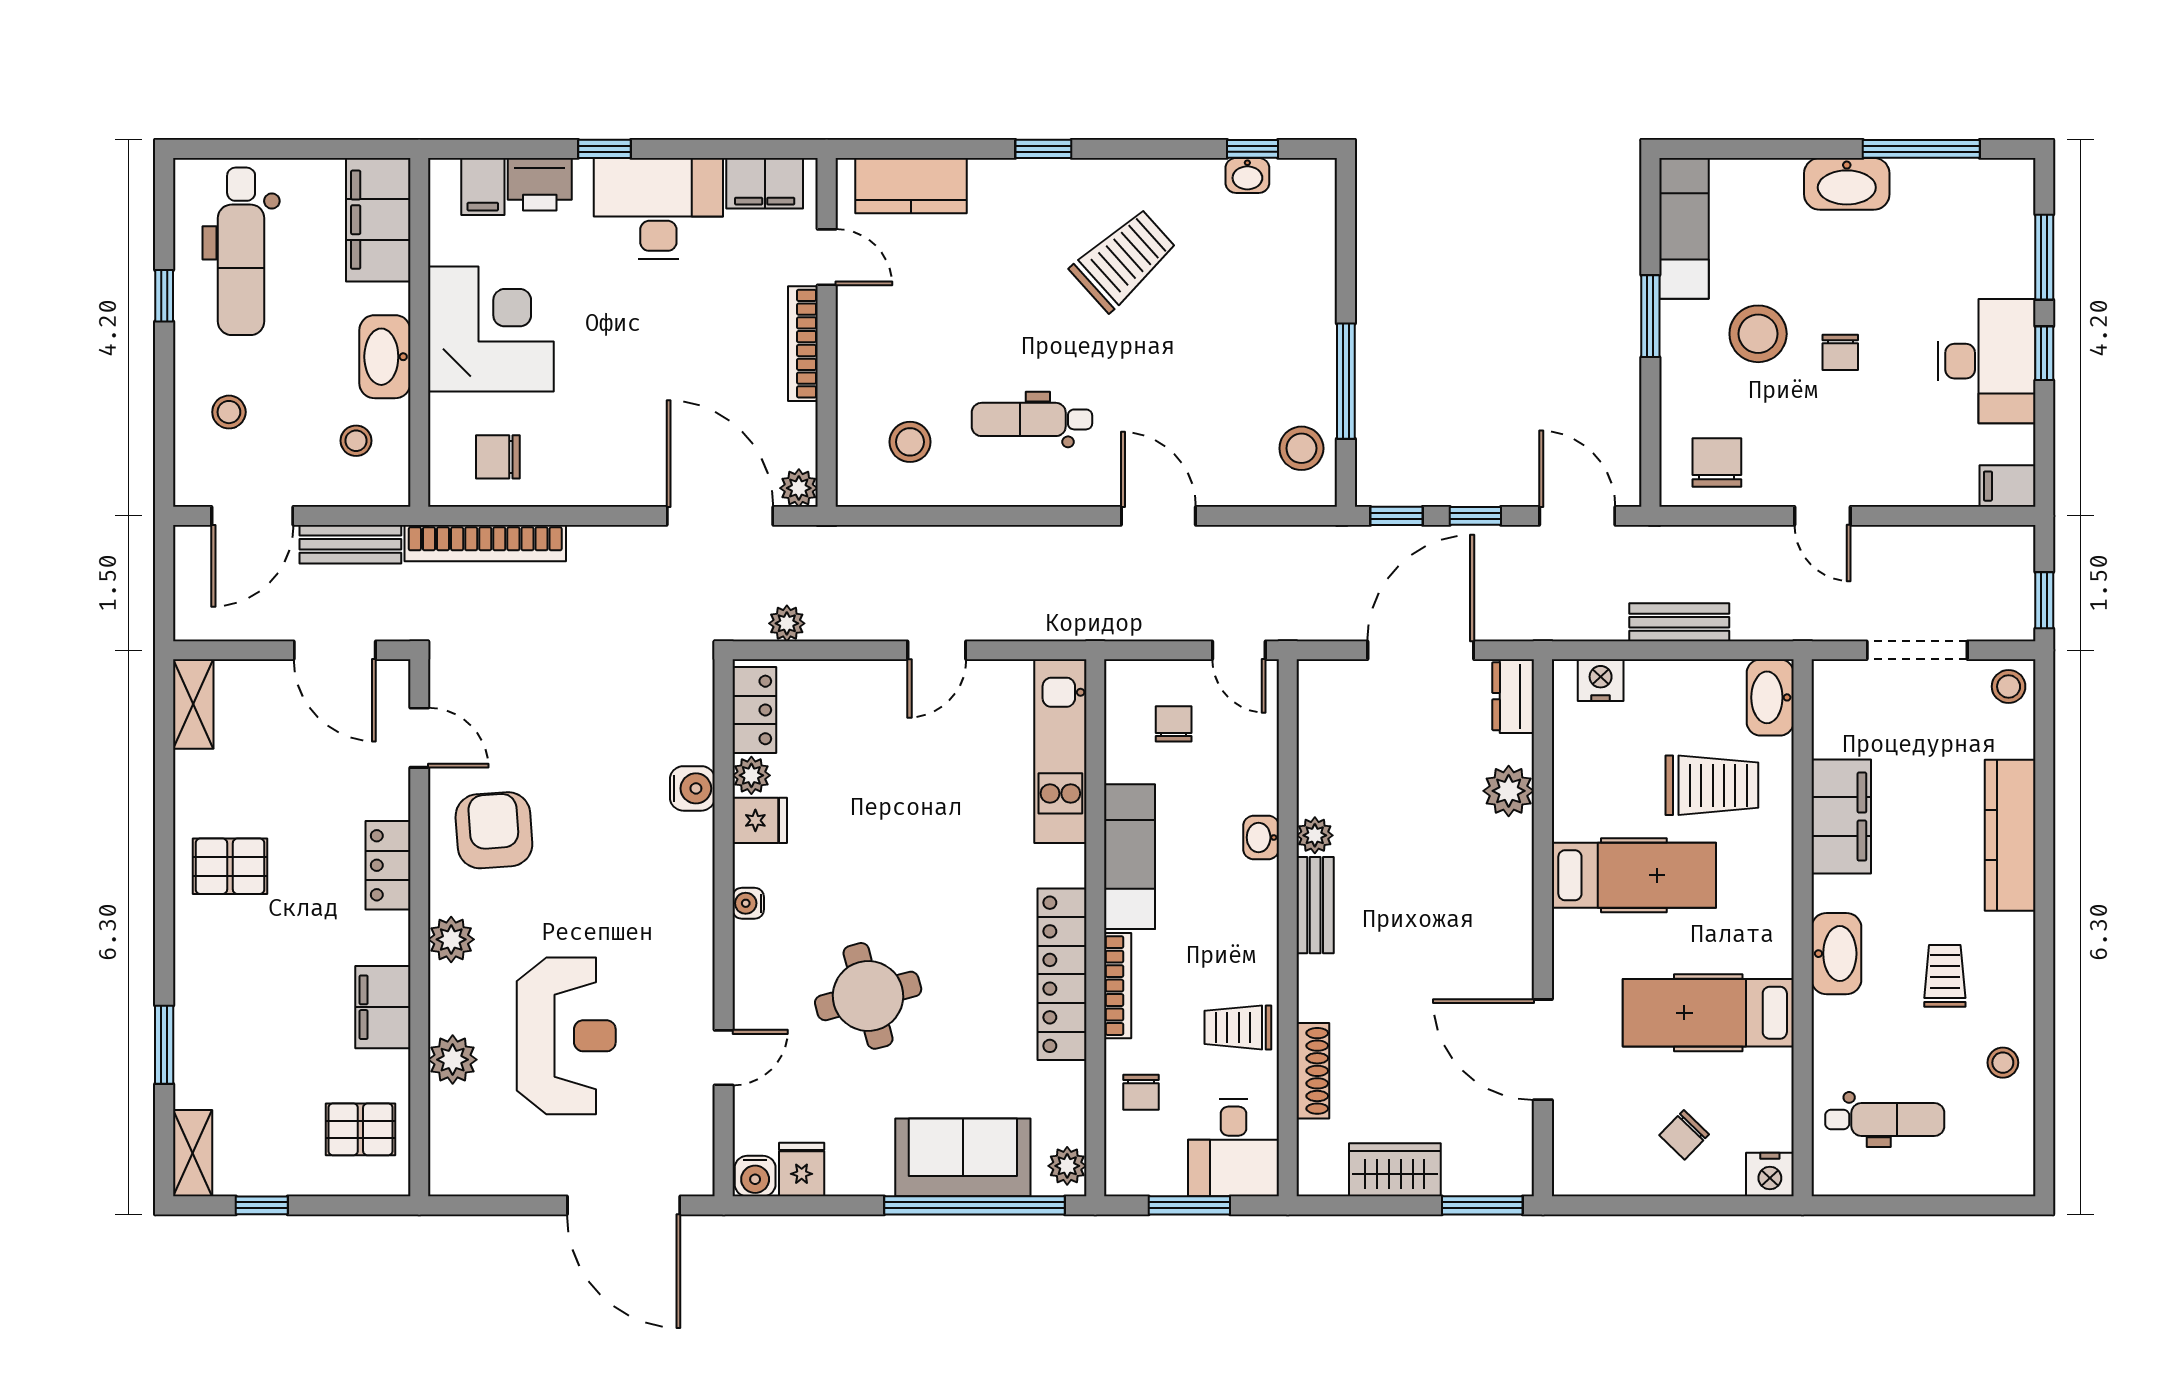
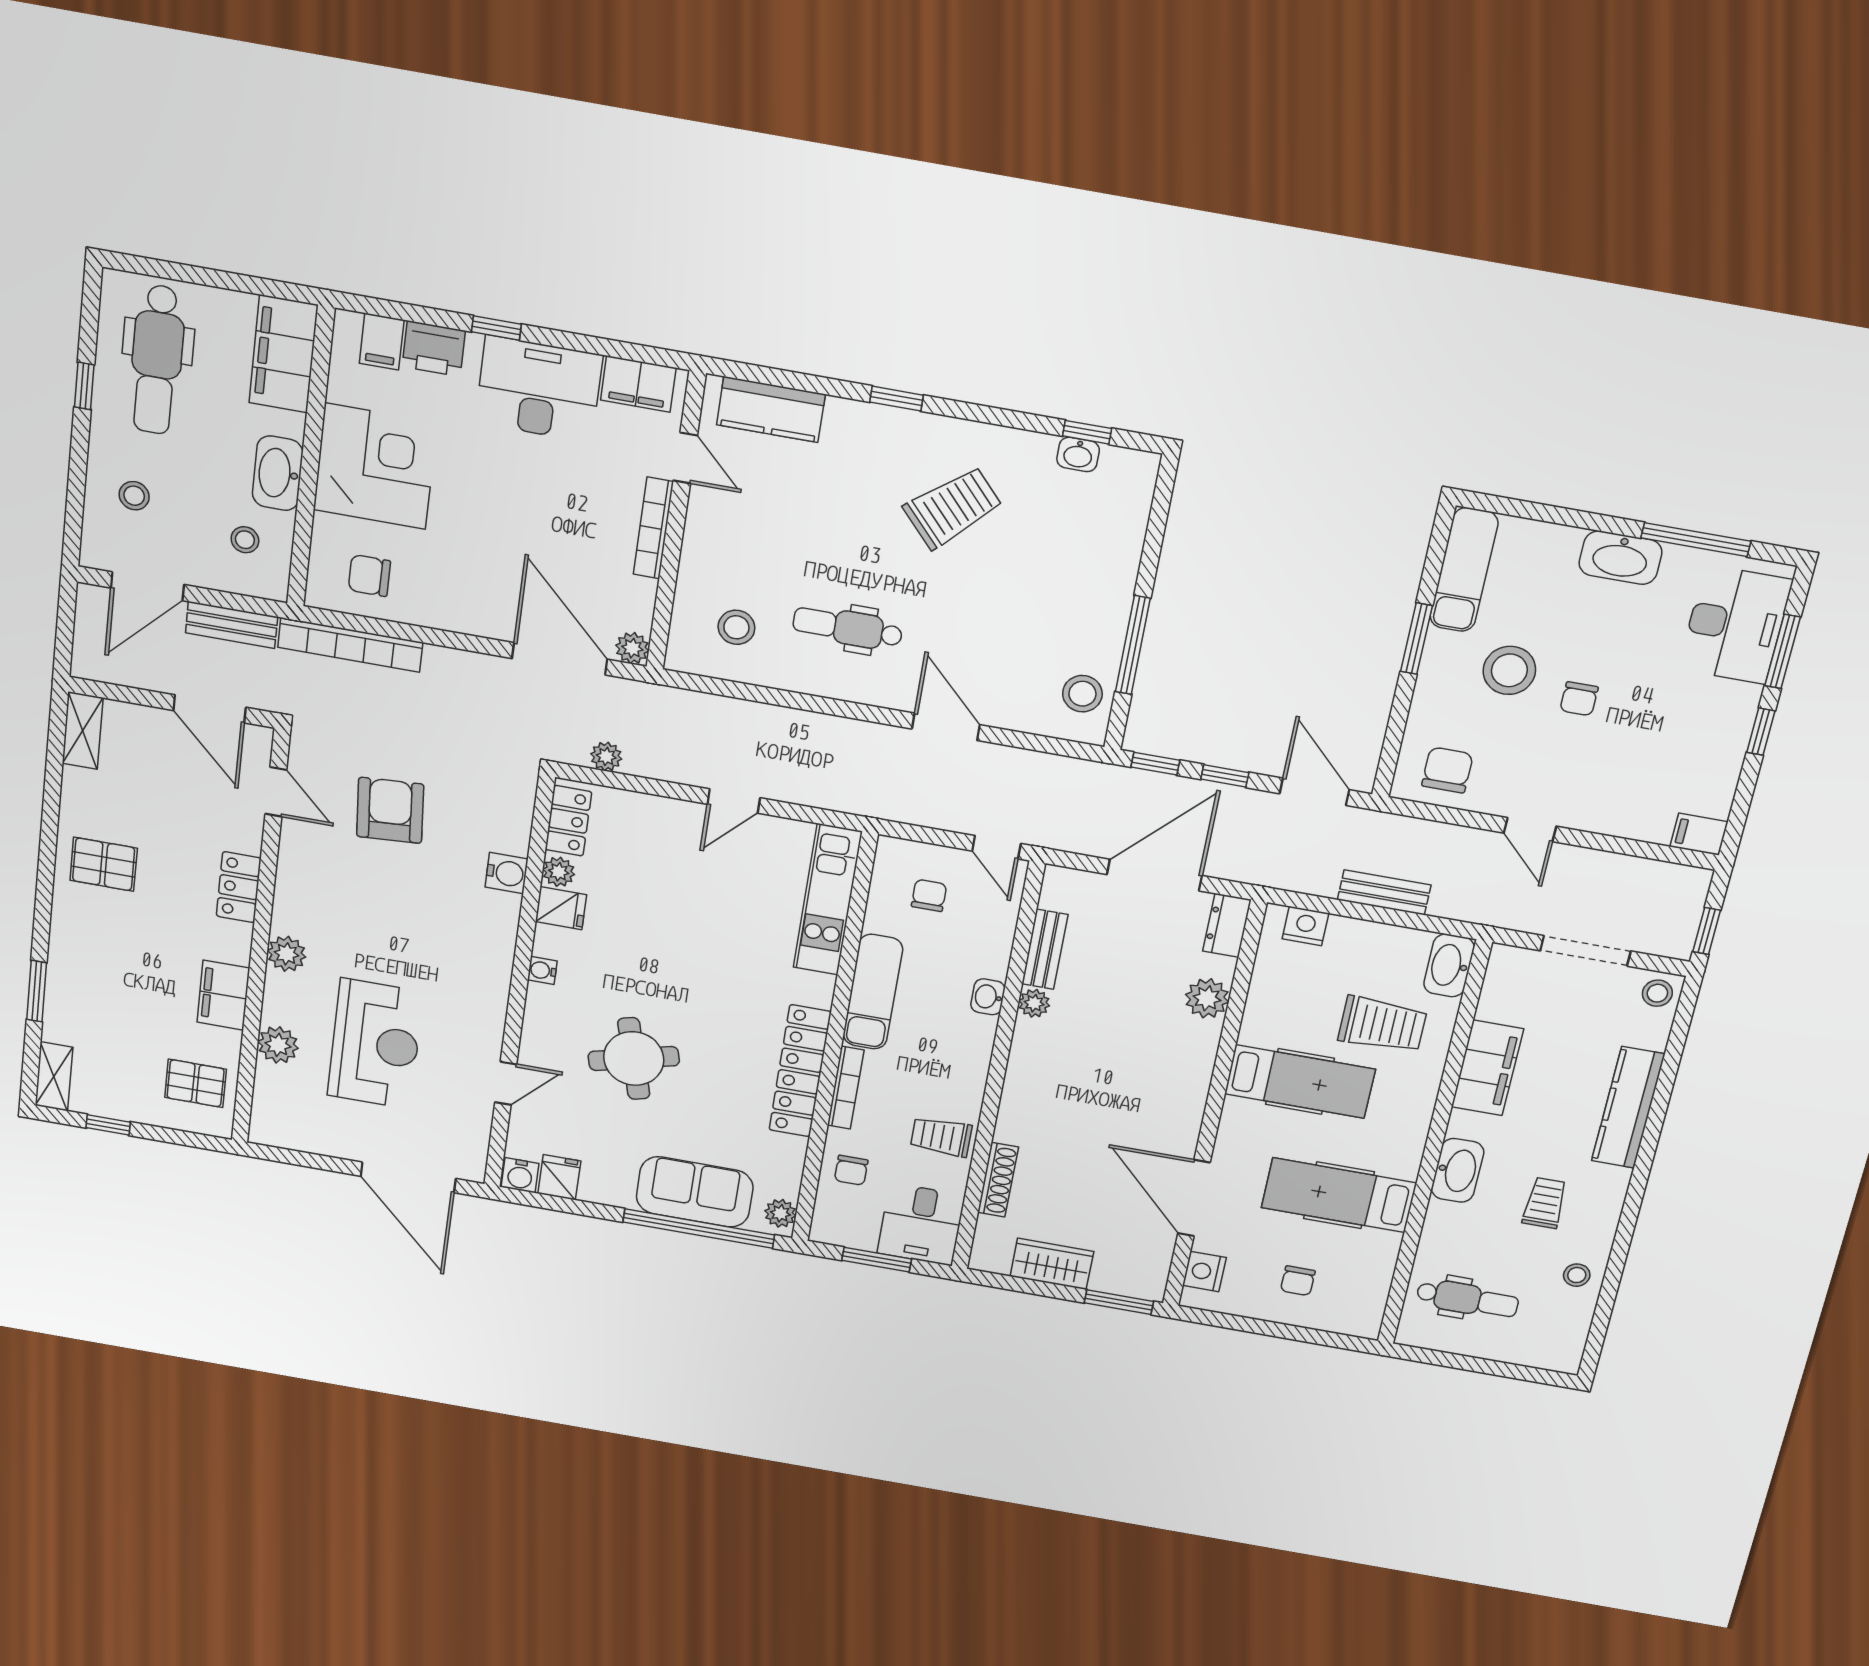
desk: (1986, 361) -> (1735, 625), moved
armchair: (494, 830) -> (390, 810), moved
bench: (1315, 905) -> (1045, 949), moved
chair: (1684, 1135) -> (1298, 1281), turned -44
nightstand: (1770, 1175) -> (1204, 1271), moved, turned 90

